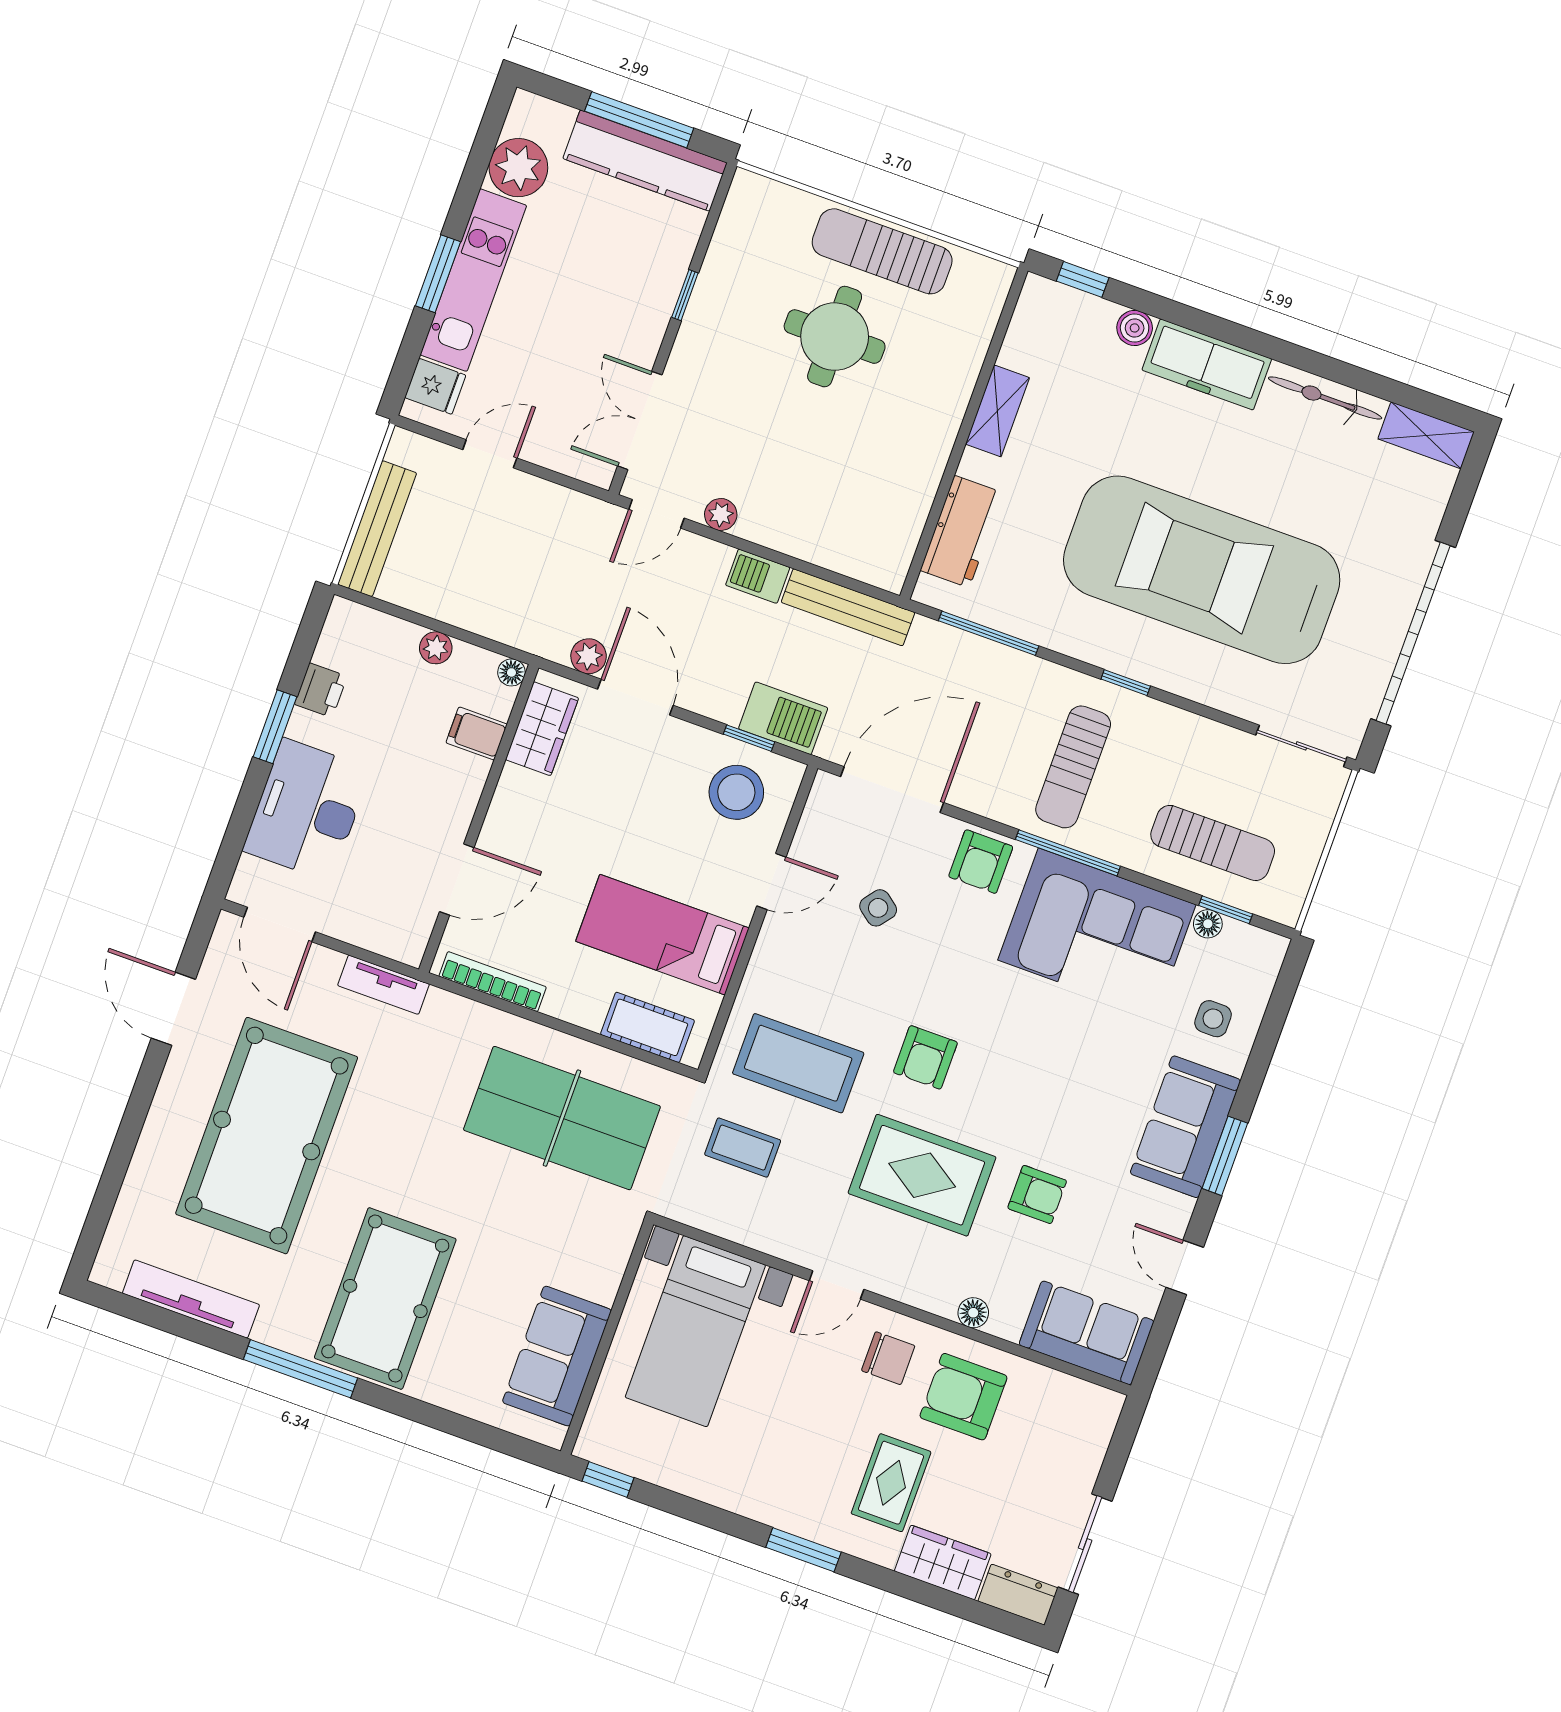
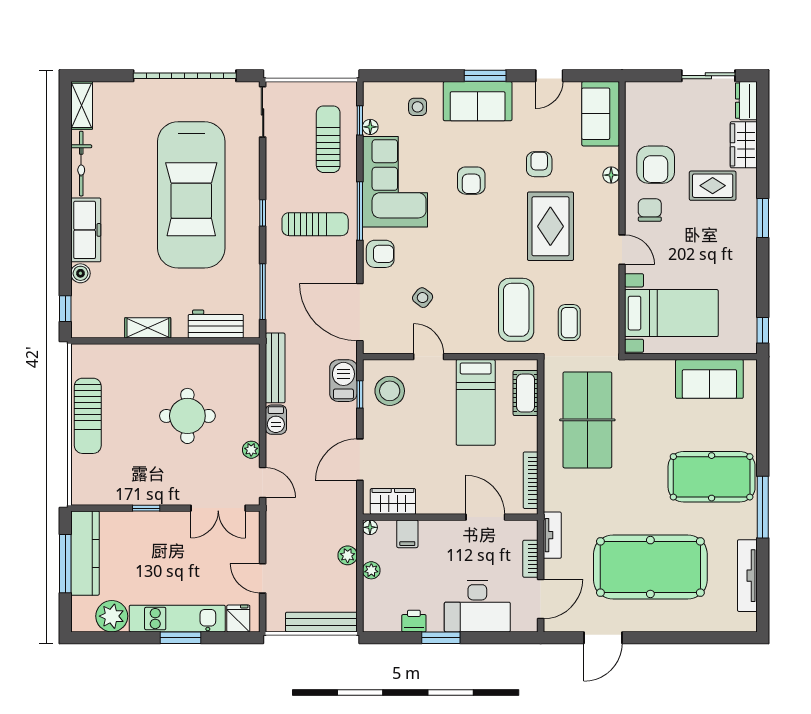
round table: (835, 337) -> (187, 416), moved
plant: (589, 656) -> (348, 555), moved
bookcase: (356, 932) -> (530, 559), added
armchair: (925, 1057) -> (471, 181), moved, turned 90

